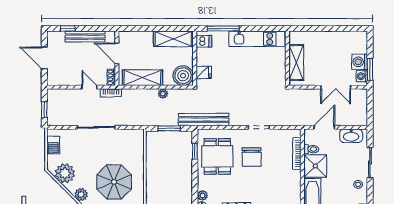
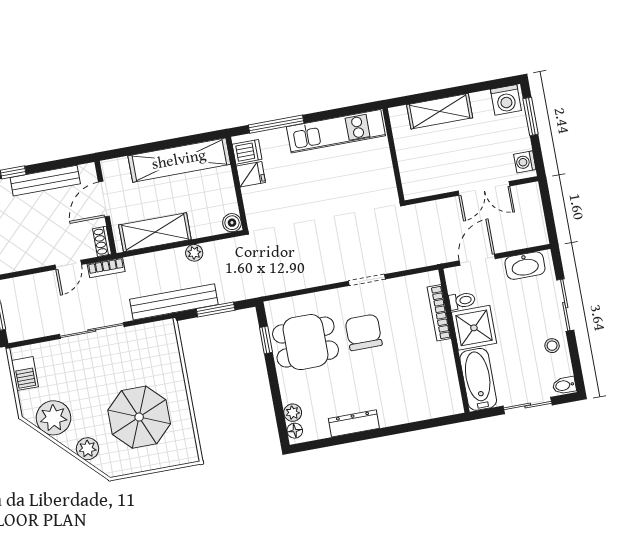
shelving: (173, 39) -> (179, 160), width x1.47
door: (117, 53) -> (104, 199), hinge flipped
washing machine: (360, 62) -> (506, 100), moved, turned -90
shelving: (296, 63) -> (440, 111), moved, turned 90
window: (370, 69) -> (531, 116), moved
fridge: (204, 72) -> (251, 174), moved
boiler: (183, 76) -> (232, 223), width x0.54, depth x0.54
door: (89, 87) -> (68, 265), swing flipped
bench: (204, 120) -> (174, 302), moved
dining table: (217, 156) -> (306, 342), turned 90
chair: (252, 157) -> (364, 332), turned 180

